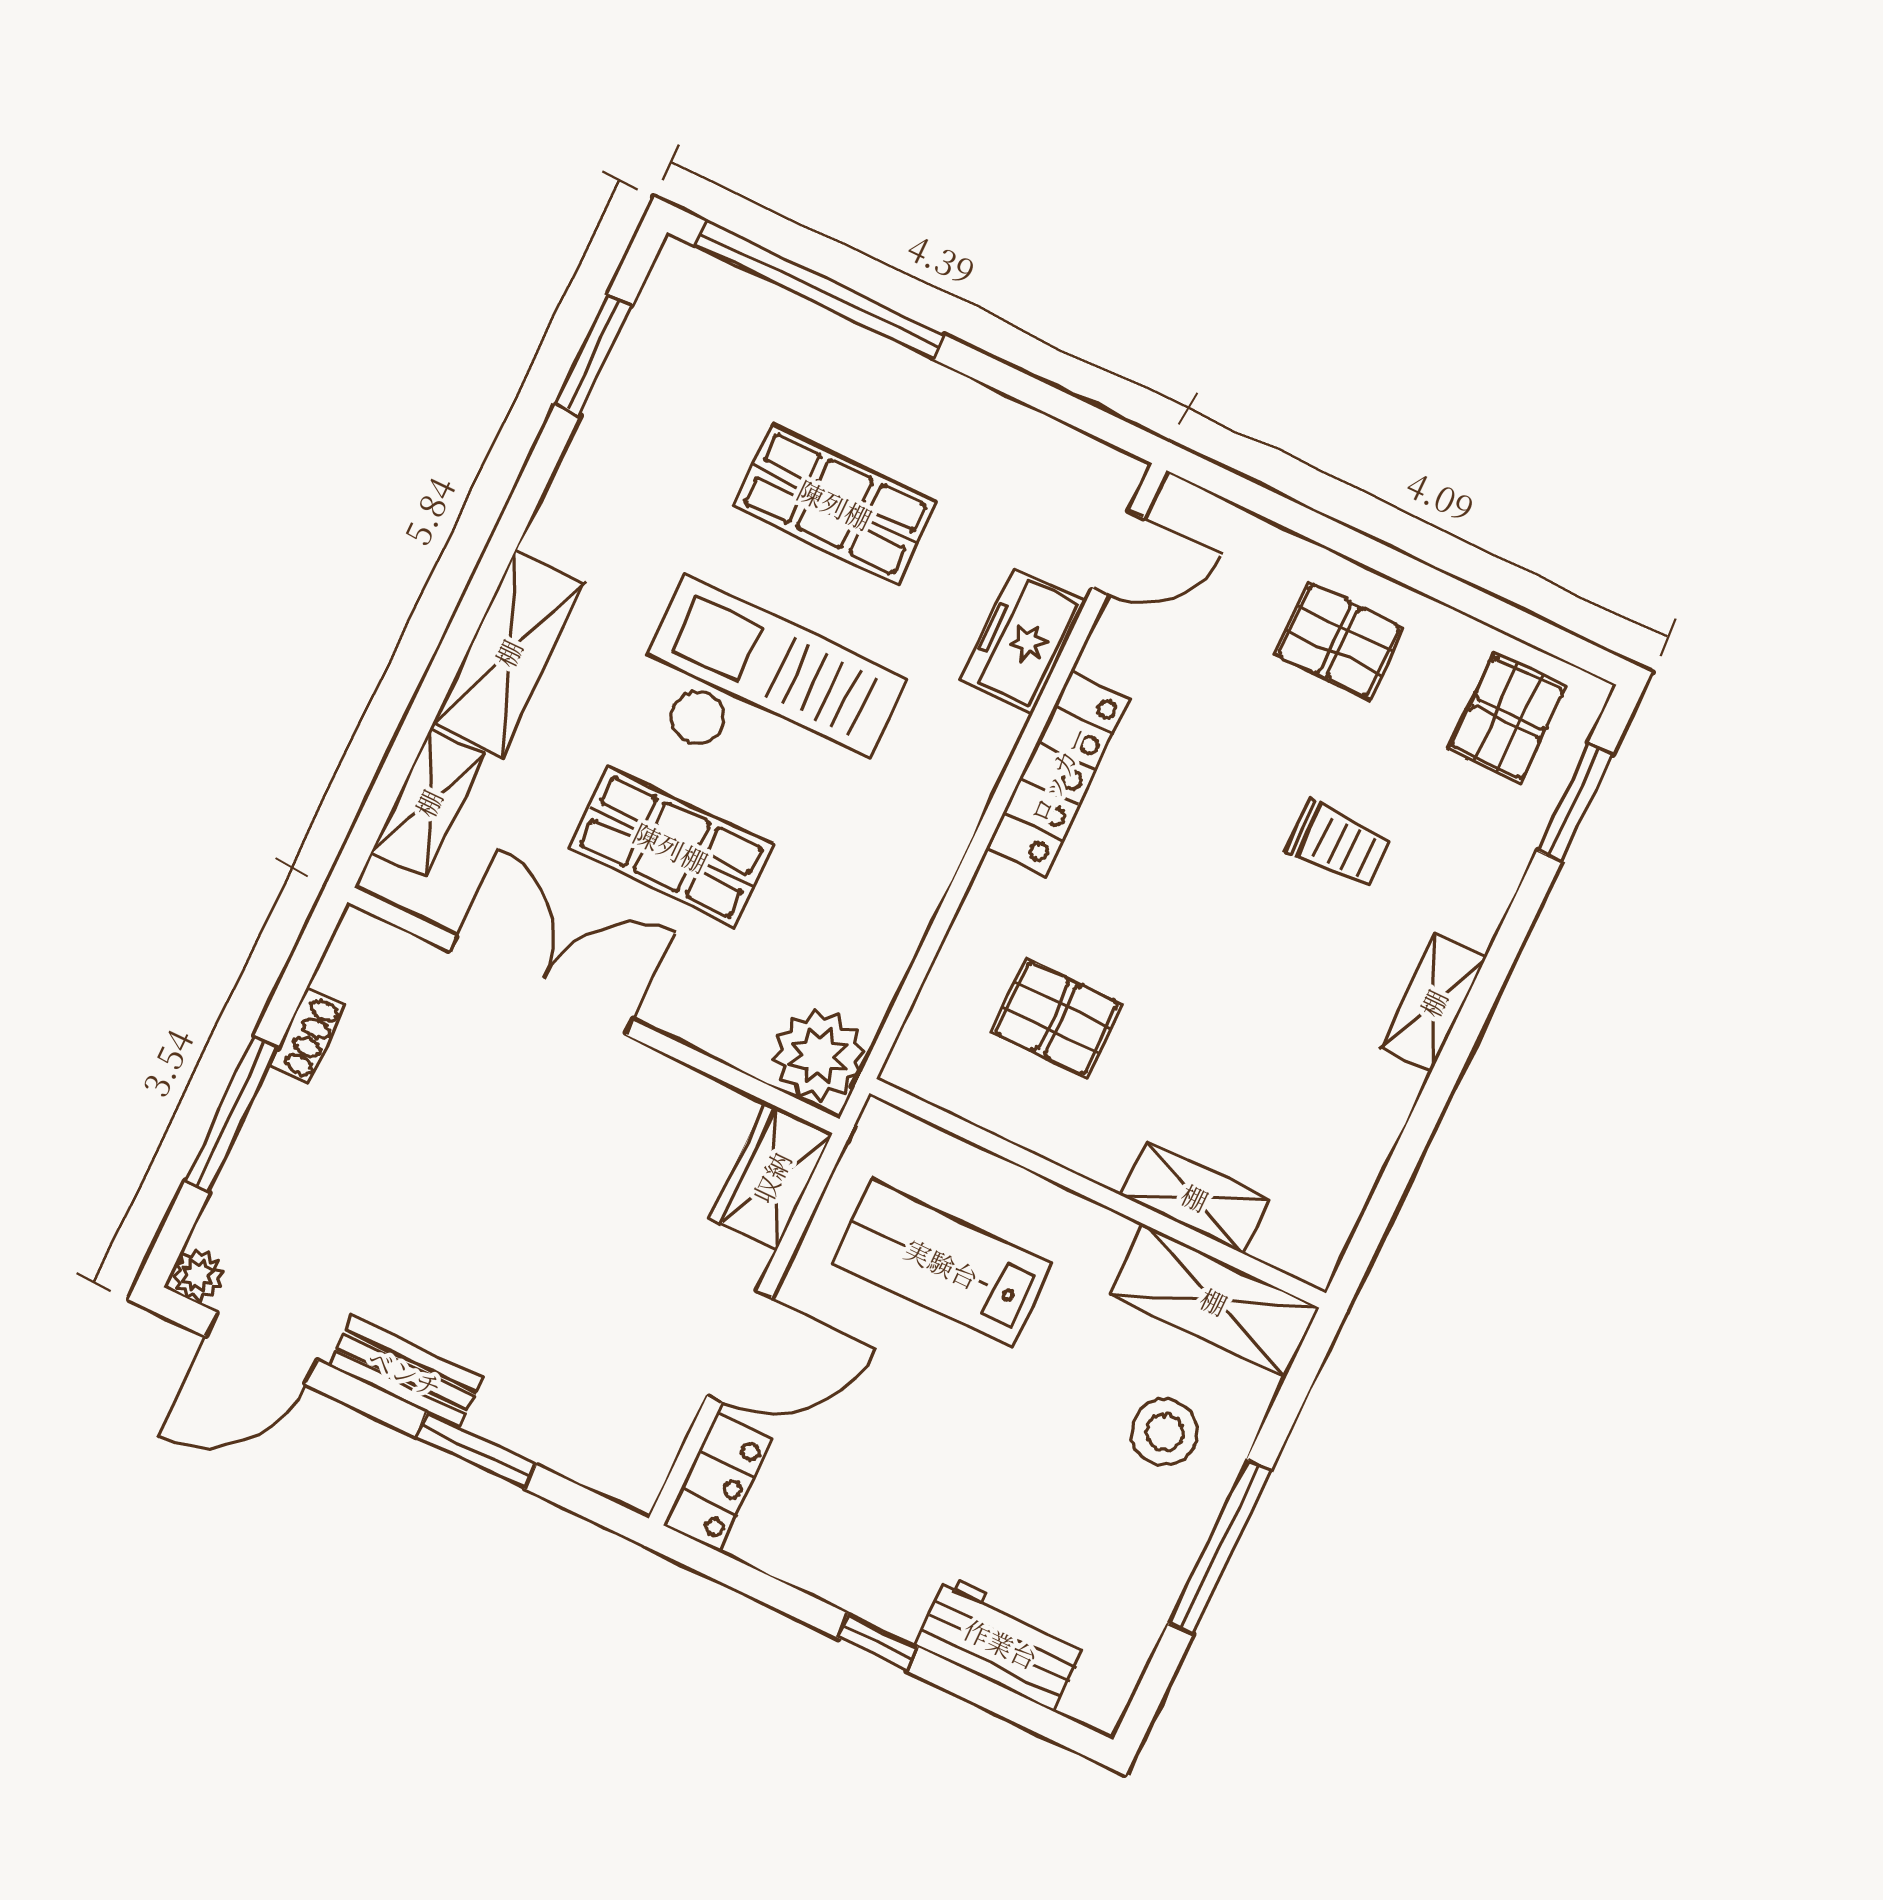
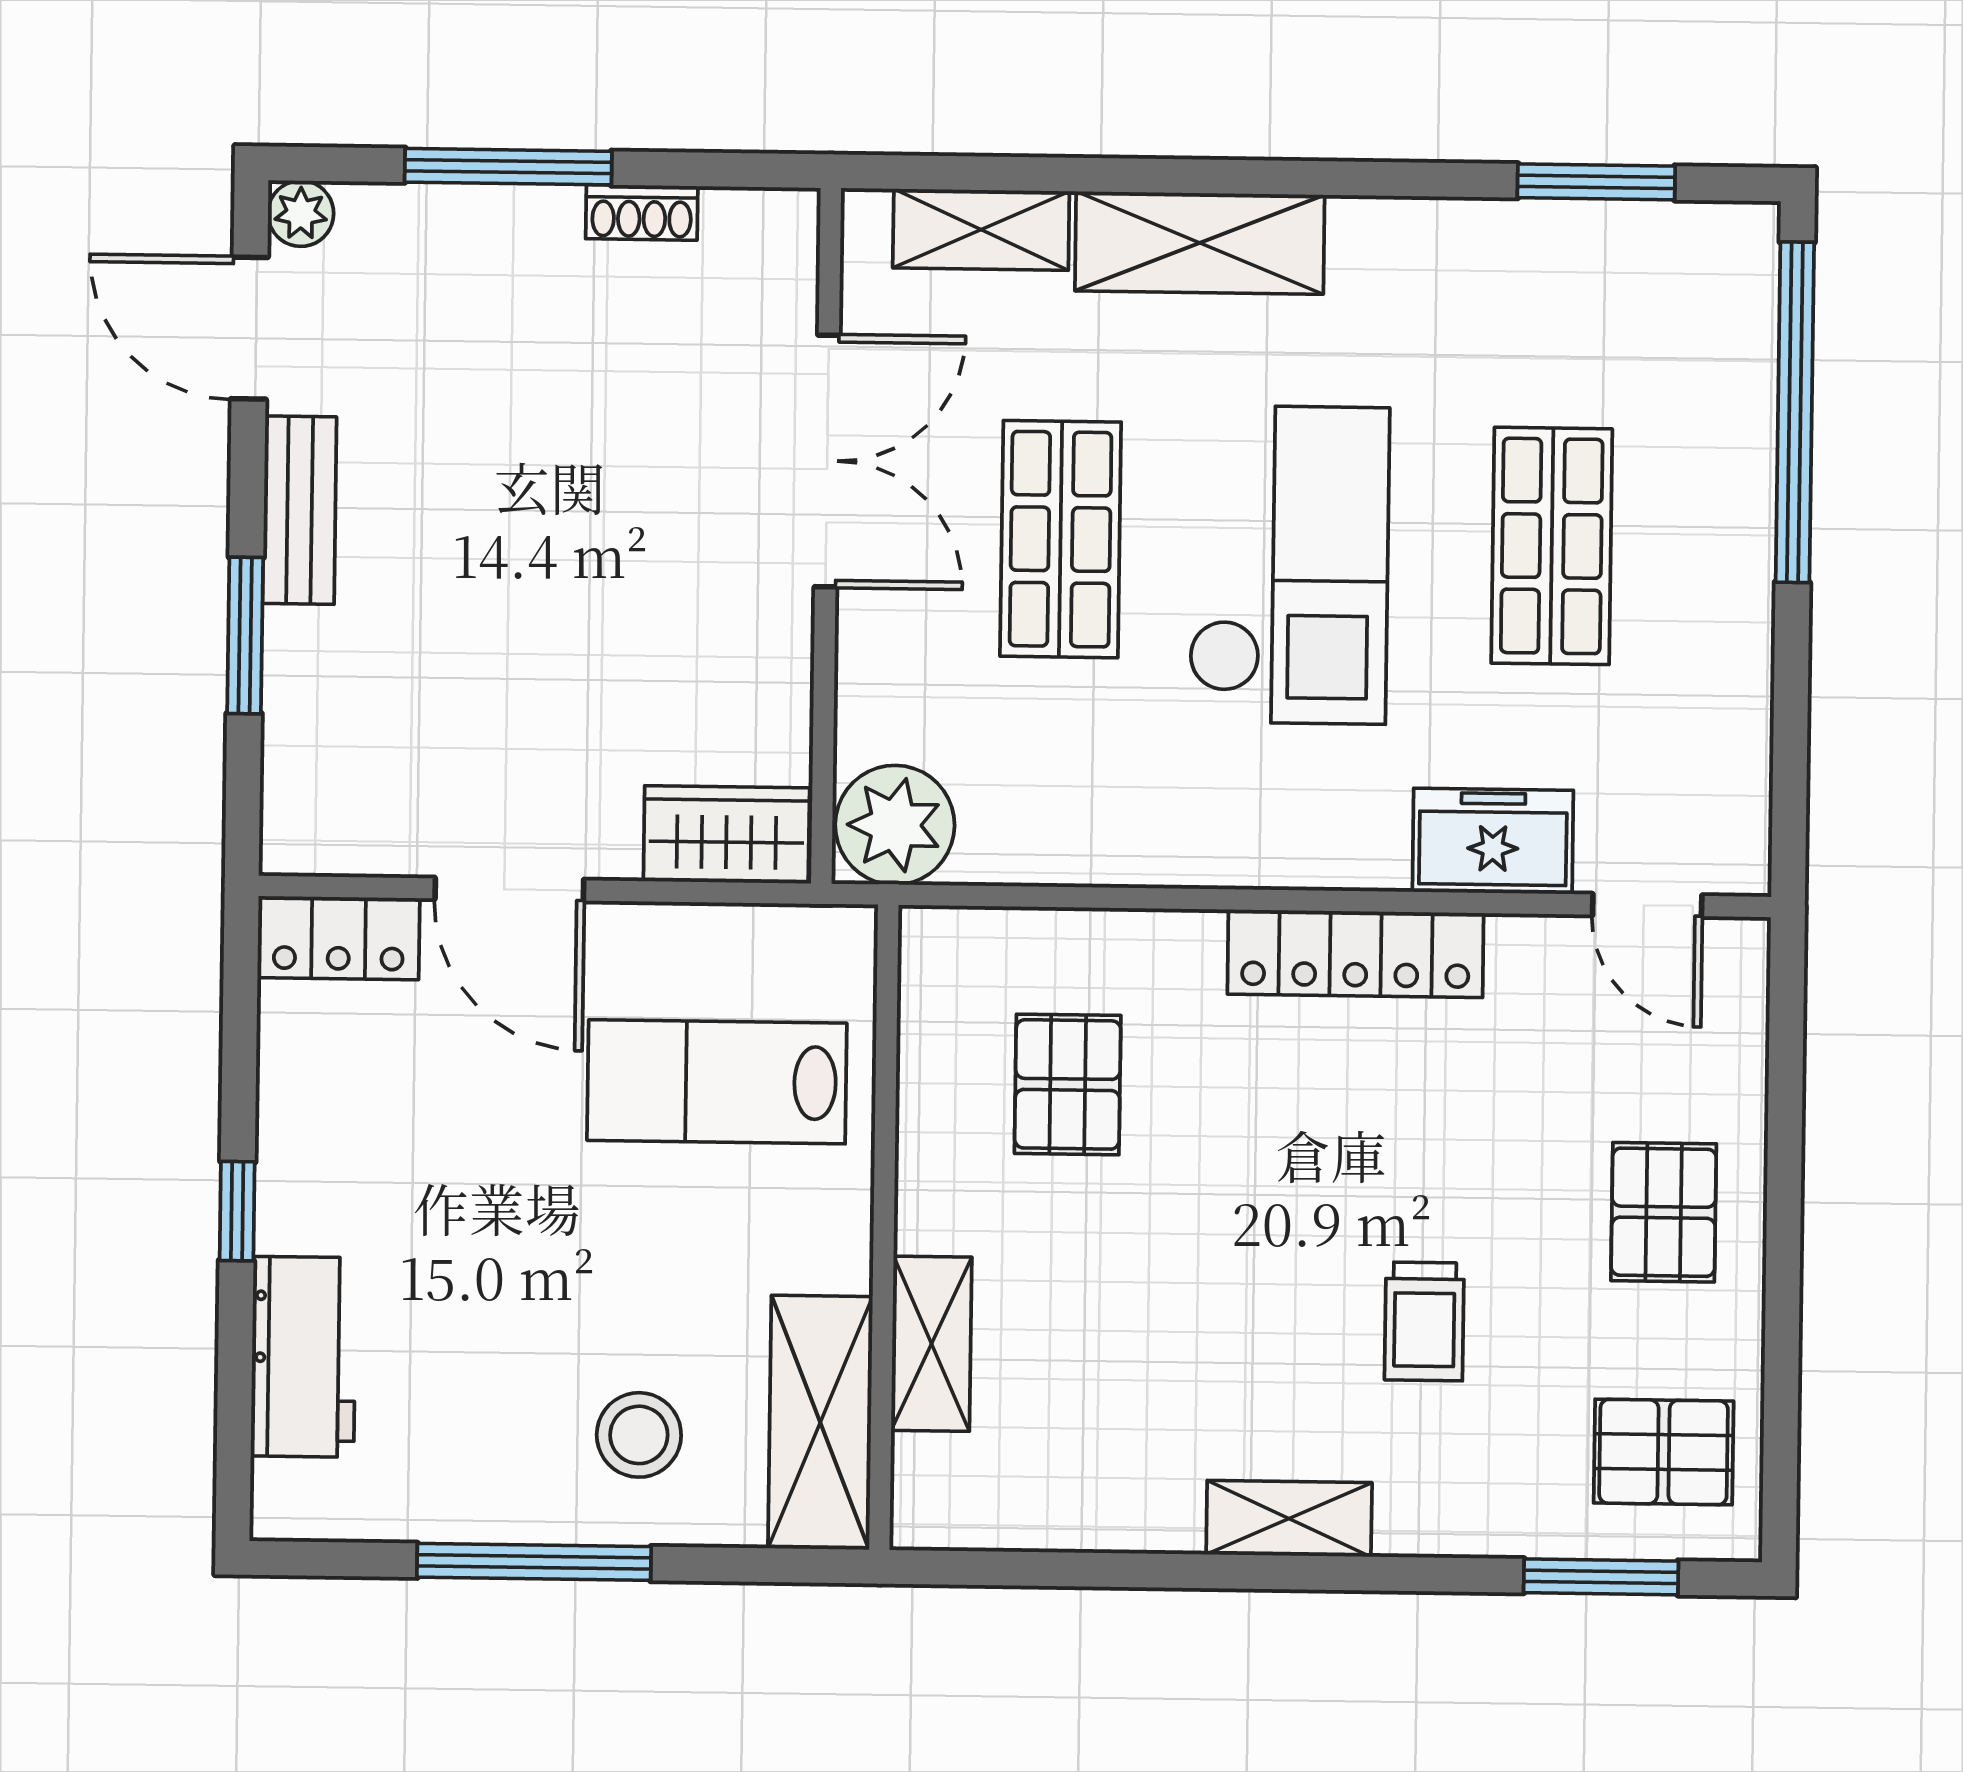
lab bench: (942, 1263) -> (717, 1082), turned -90

